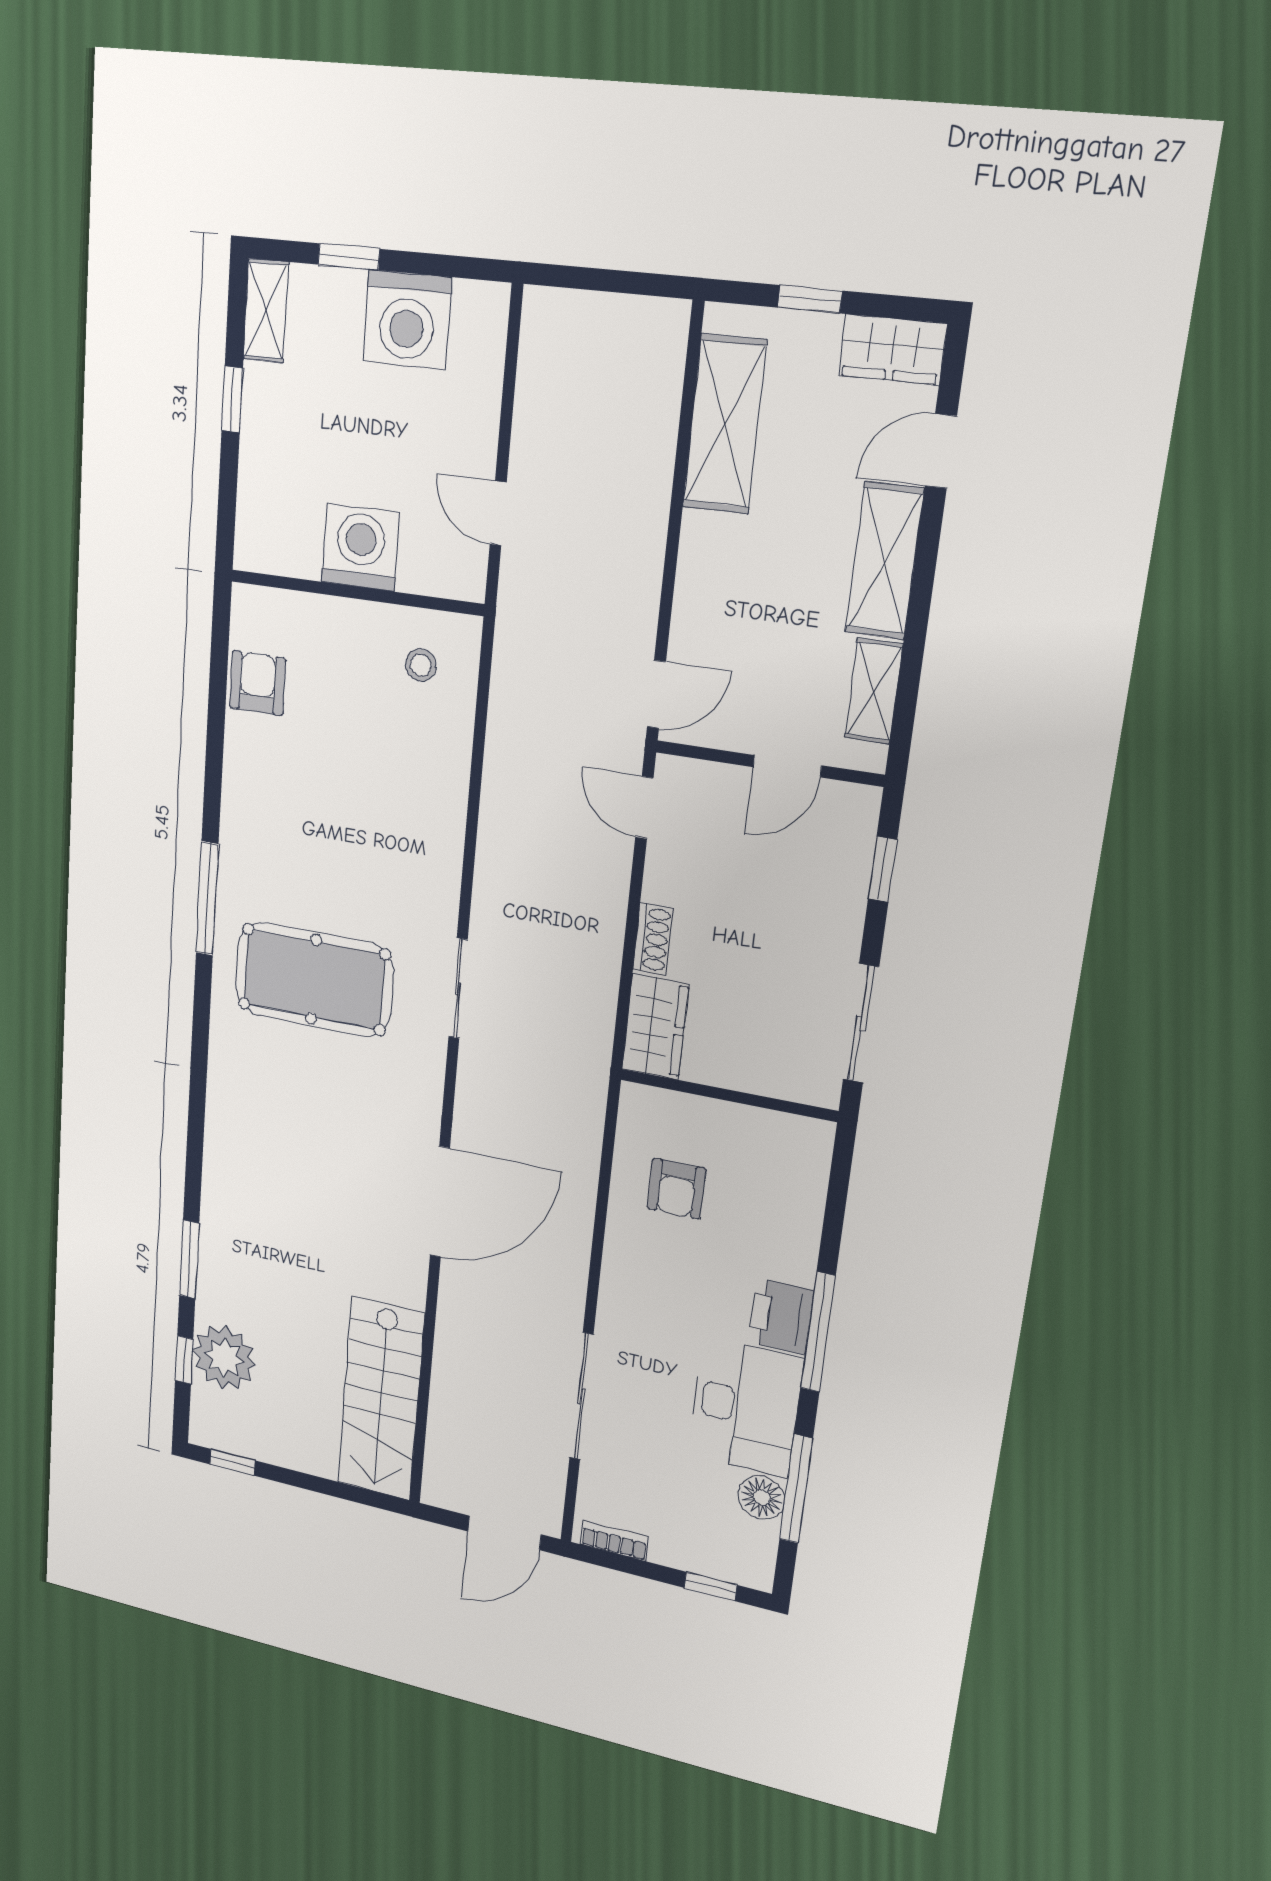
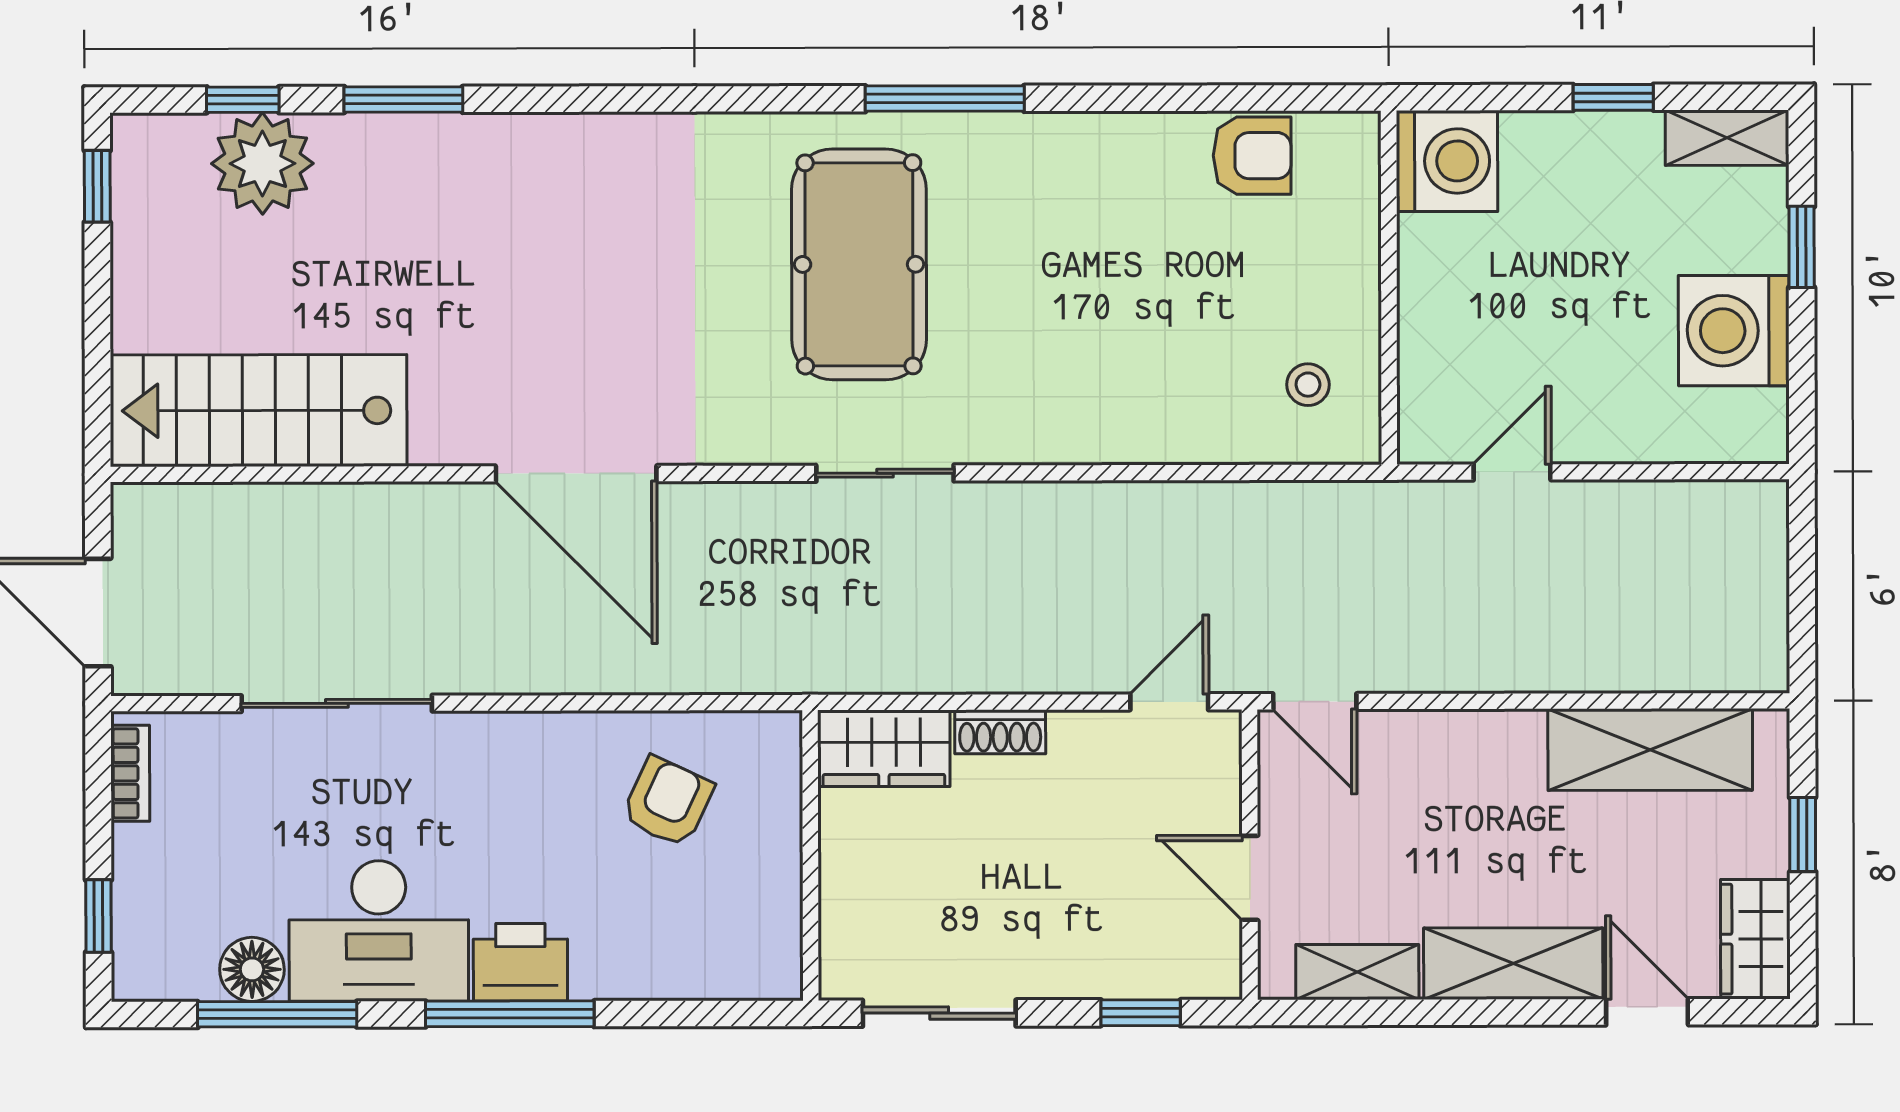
washing machine: (360, 547) -> (1447, 161), moved
armchair: (676, 1189) -> (668, 802), turned 115

